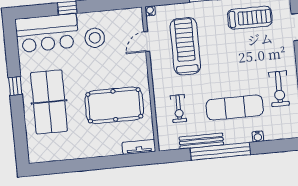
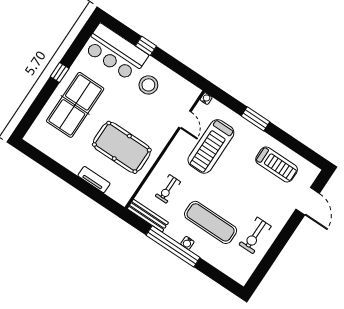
door: (147, 42) -> (185, 120), swing flipped
treadmill: (185, 46) -> (211, 146), turned 180
water cooler: (258, 136) -> (187, 243), moved
bench: (201, 141) -> (148, 216), moved
tv unit: (139, 147) -> (94, 180), moved

